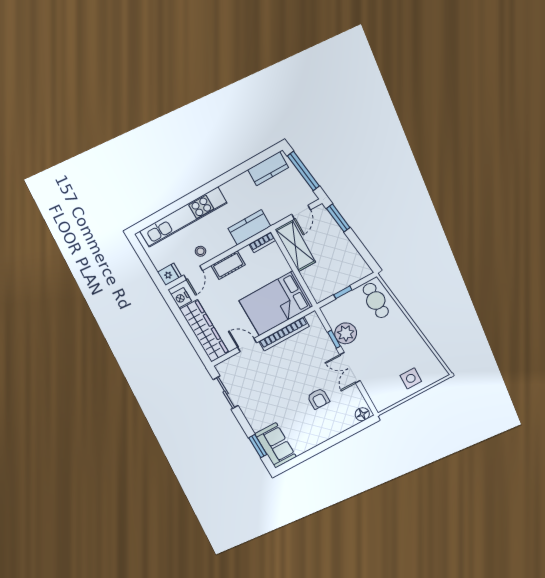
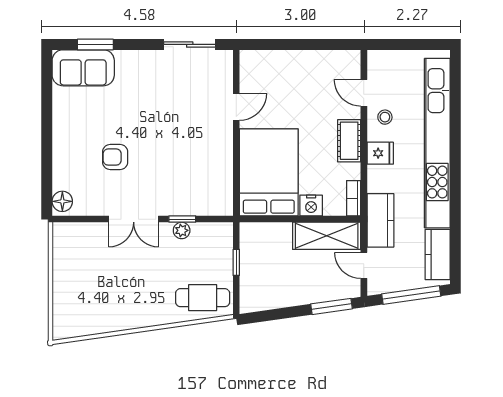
kitchen unit: (183, 217) -> (437, 143), width x1.36
kitchen counter: (249, 227) -> (380, 220), moved
fridge: (169, 274) -> (380, 153), moved, turned -90
nightstand: (181, 298) -> (311, 205), moved, turned 180
wardrobe: (204, 331) -> (284, 64), removed
plant: (346, 333) -> (182, 230), width x0.53, depth x0.53
bookcase: (284, 334) -> (225, 161), removed
double door: (350, 368) -> (134, 219), swing flipped
side table: (411, 378) -> (76, 288), removed

